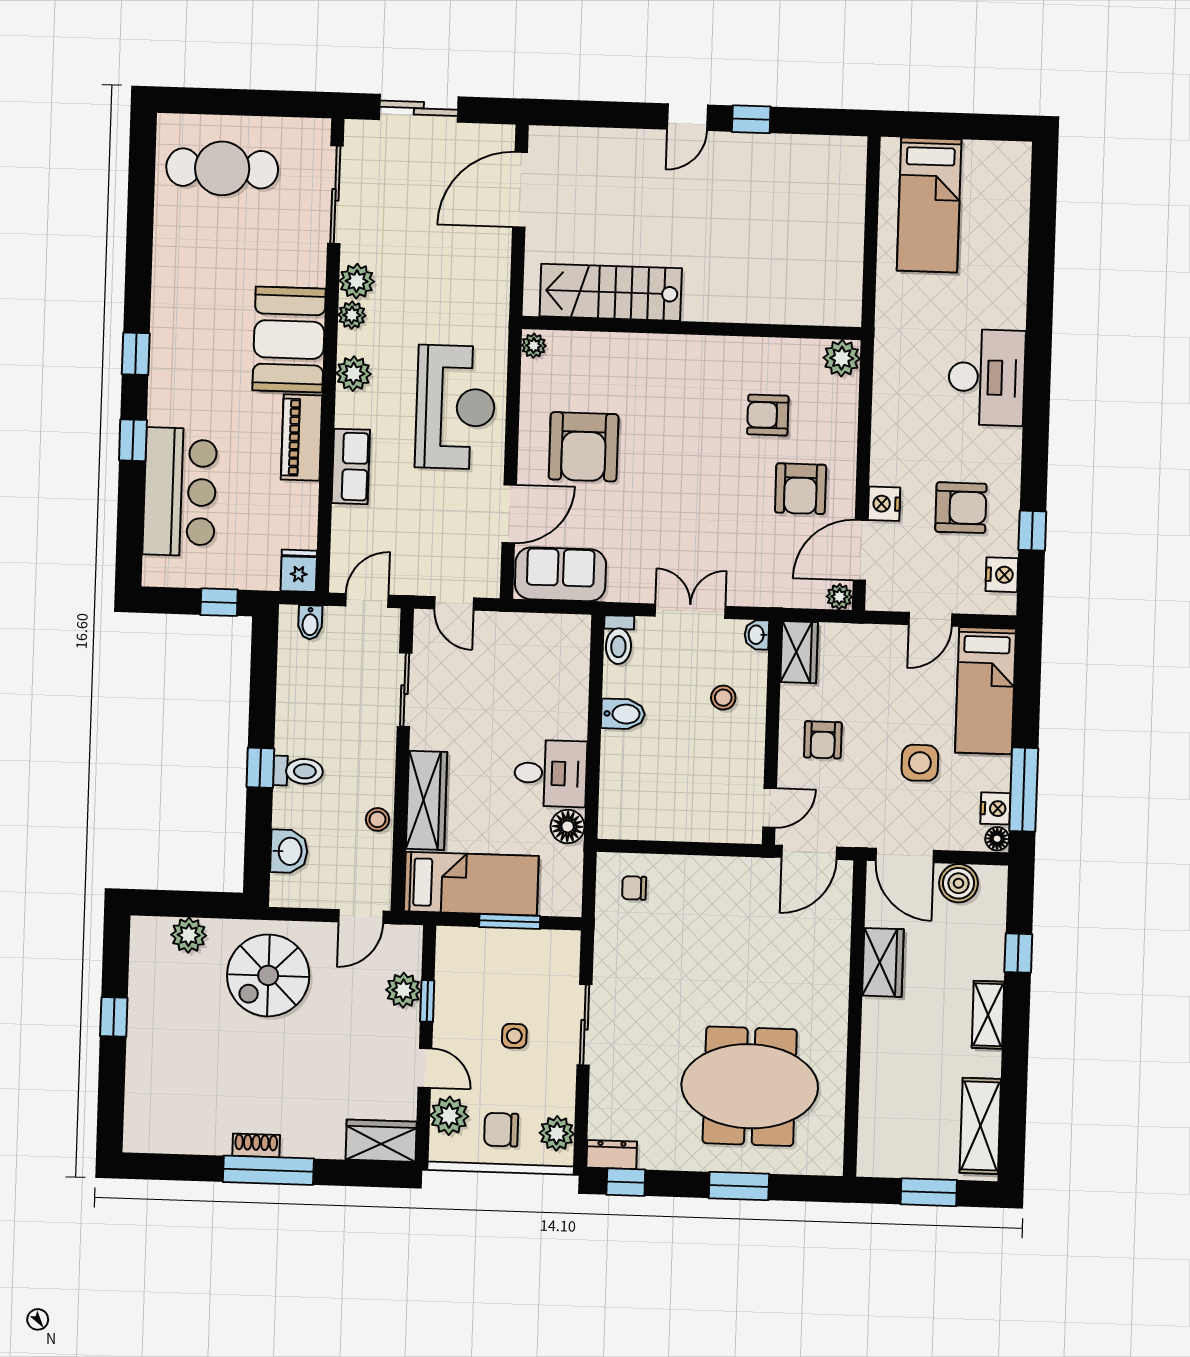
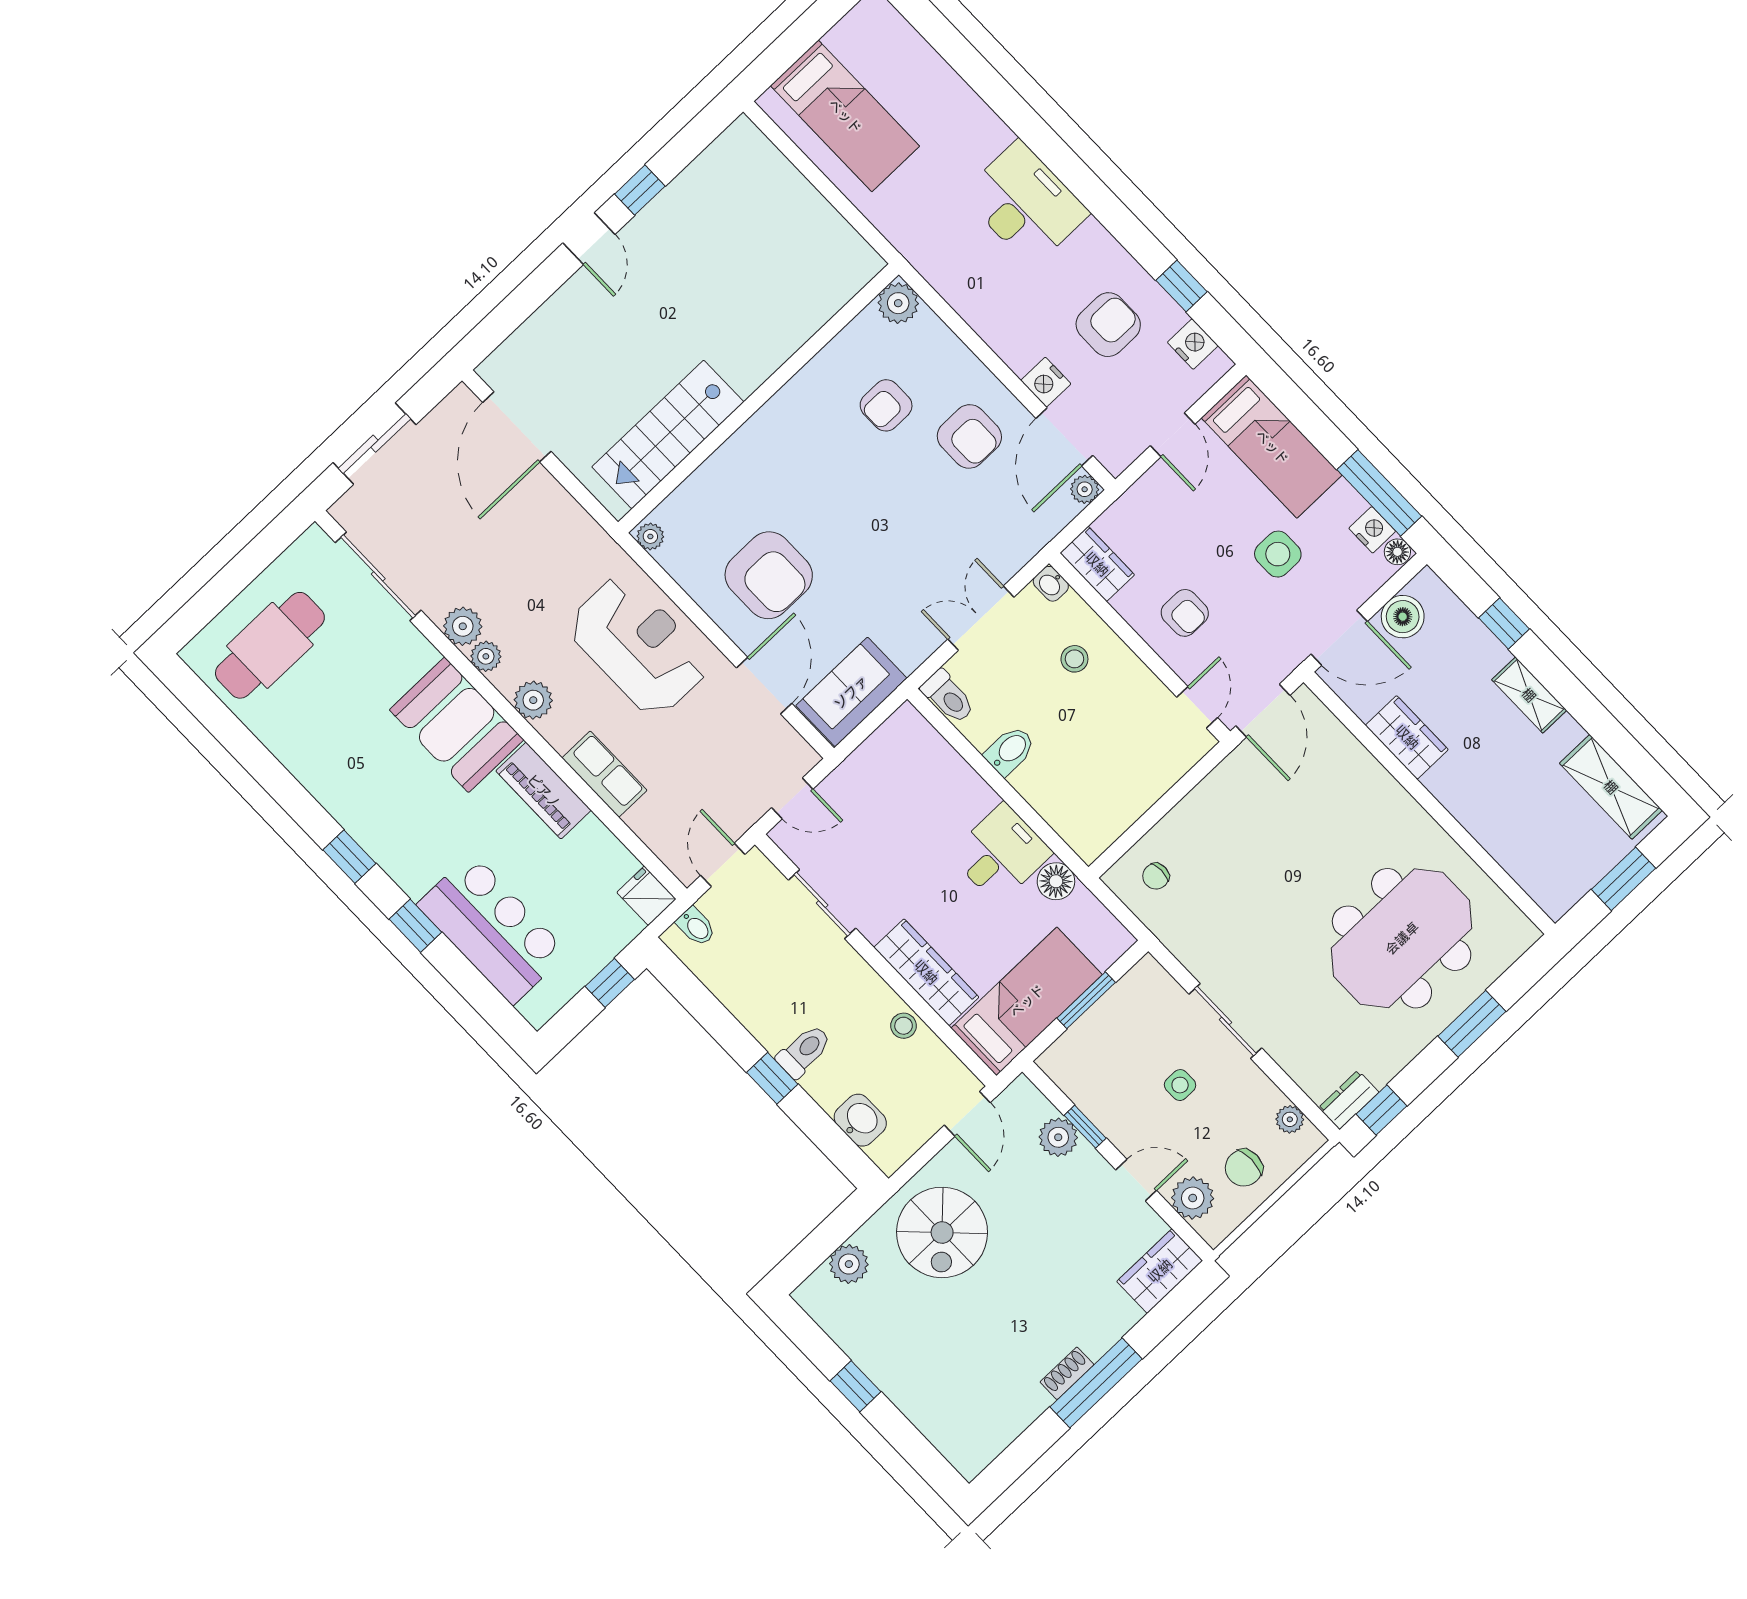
plant: (557, 1133) -> (1290, 1119), width x0.73, depth x0.73

